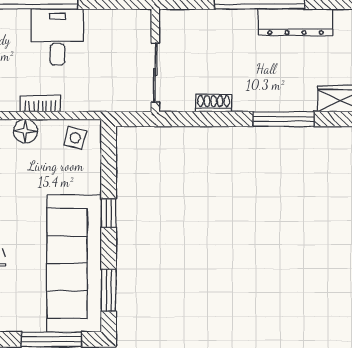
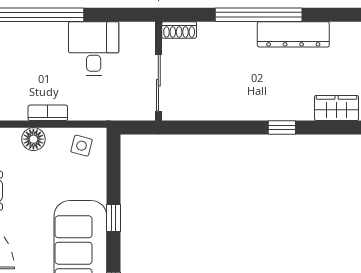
desk: (57, 37) -> (94, 49), moved
shoe rack: (214, 103) -> (179, 30), moved, turned 180
window: (284, 119) -> (282, 128), width x0.46

